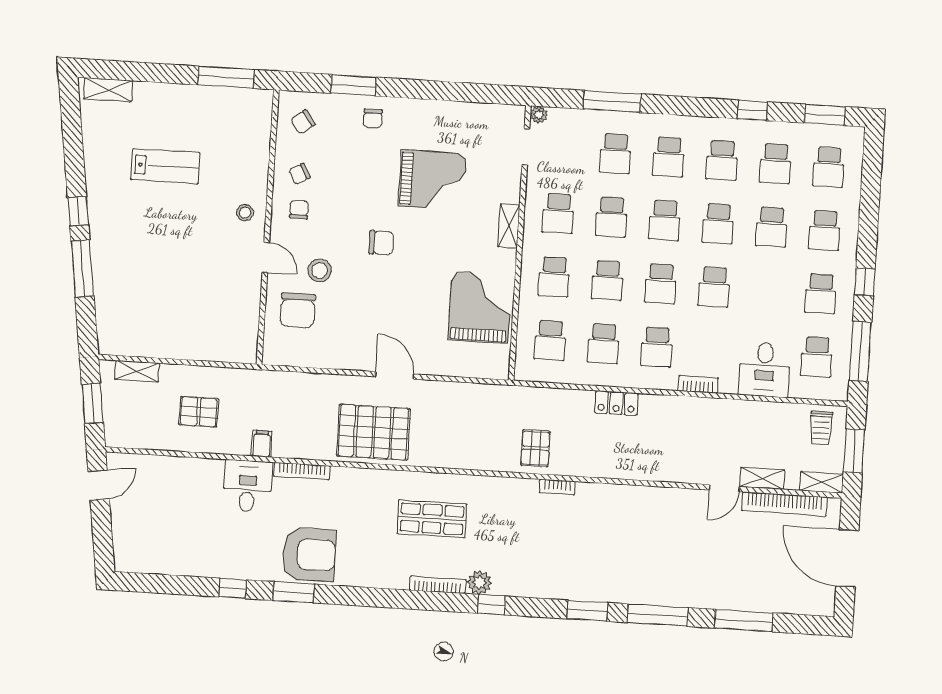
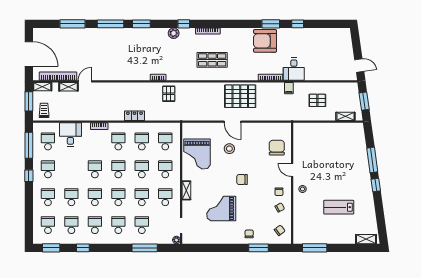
stool: (320, 271) -> (229, 149), moved
door: (99, 485) -> (359, 66), swing flipped
plant: (479, 583) -> (174, 33), moved

